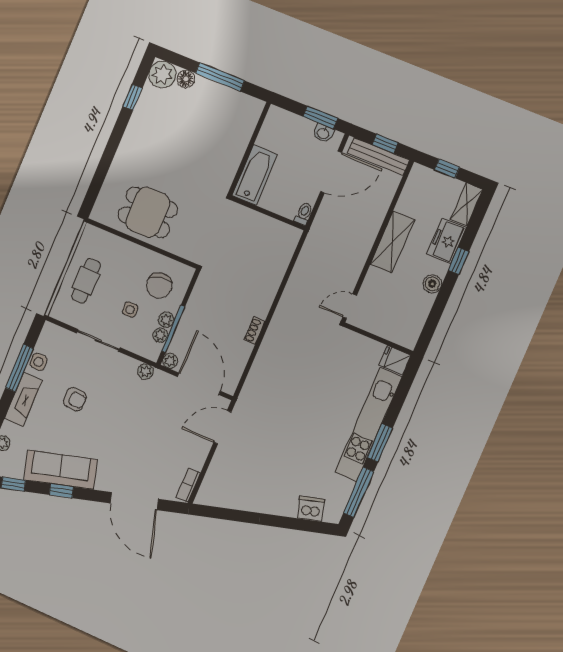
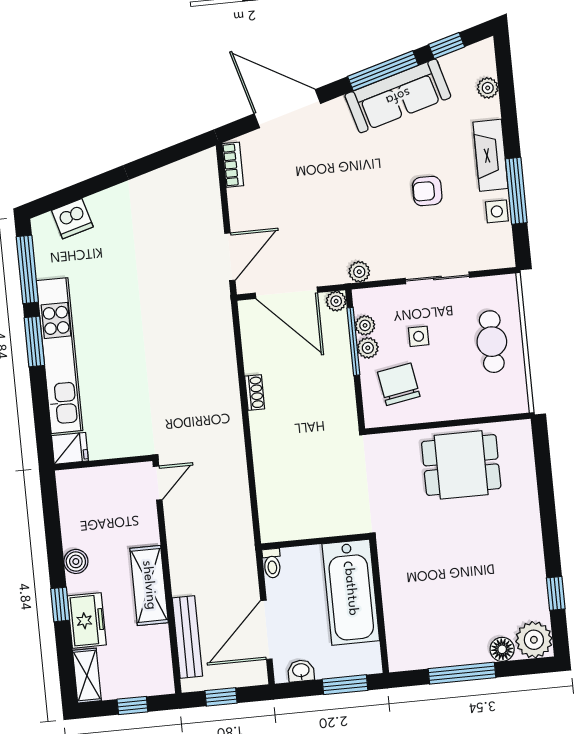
window: (320, 117) -> (345, 685), moved
bench: (378, 156) -> (187, 637), moved, turned 90
bathtub: (255, 175) -> (351, 592), width x1.36, depth x1.36
window: (61, 491) -> (383, 71), width x2.17

